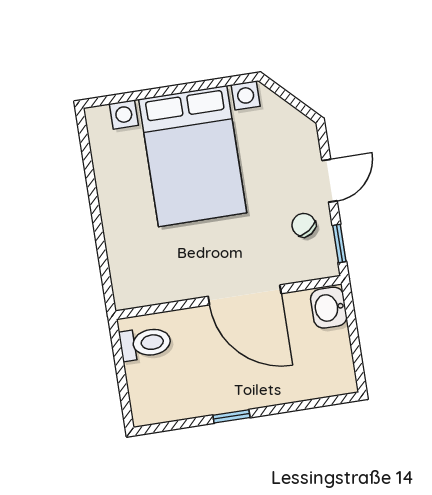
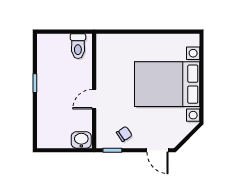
door: (330, 181) -> (157, 150), moved
door: (245, 295) -> (94, 99), width x0.53

